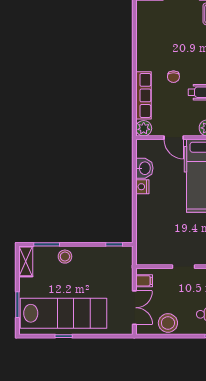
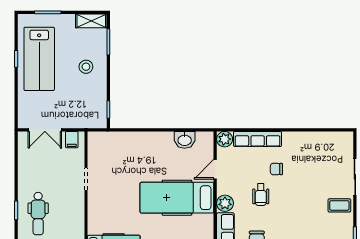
nightstand: (142, 187) -> (166, 138), removed
stool: (65, 257) -> (86, 67), moved
lab bench: (64, 313) -> (39, 59), width x0.73
stool: (168, 323) -> (29, 164), removed

